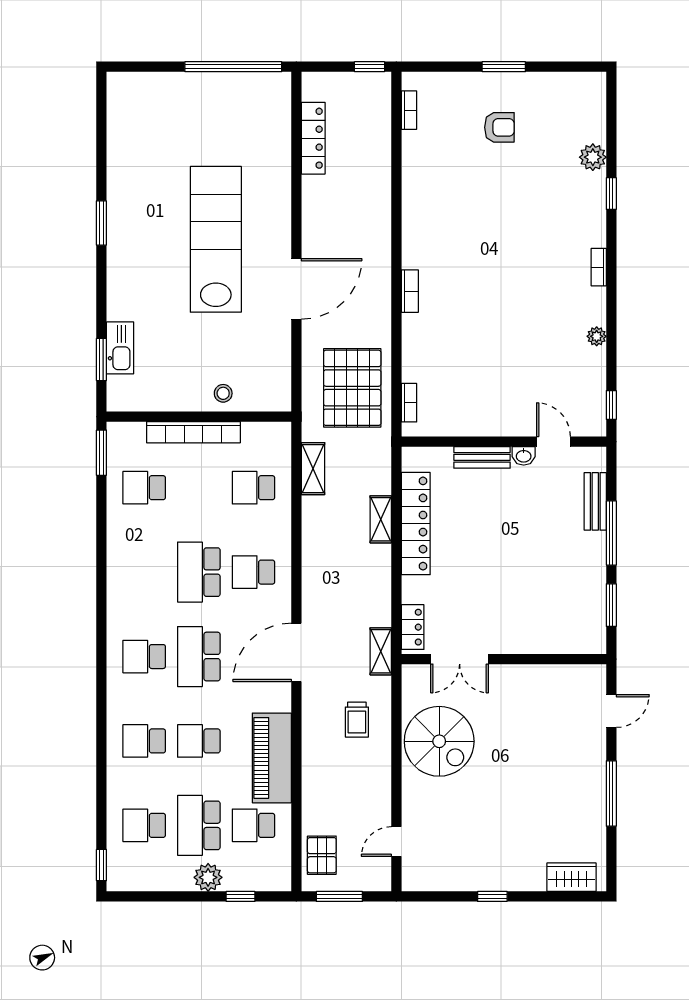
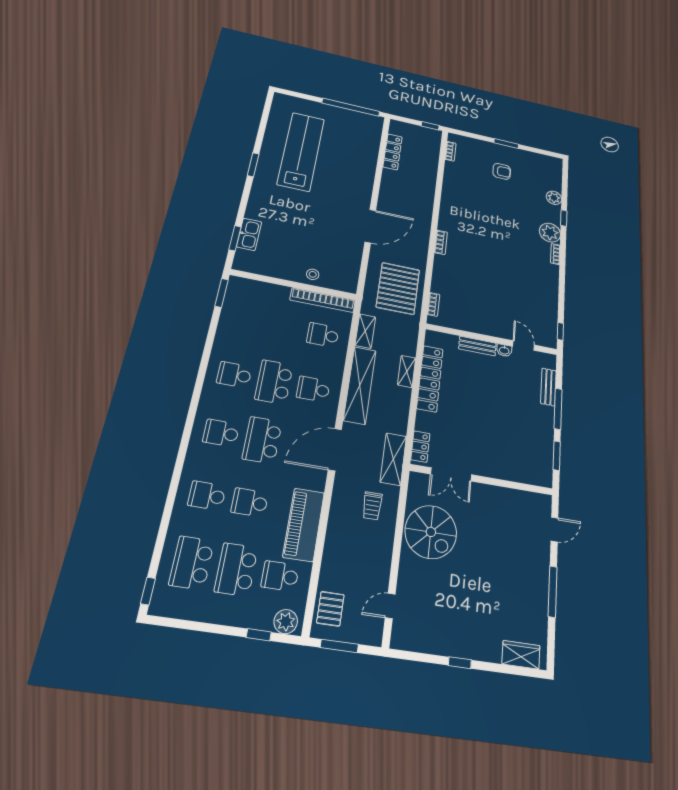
lab bench: (216, 239) -> (301, 151), moved
plant: (597, 336) -> (550, 233), moved, width x1.88, depth x1.88
bookcase: (193, 432) -> (323, 300), moved
school desk: (144, 488) -> (234, 375), moved
shelving: (317, 553) -> (360, 385), added
shelving: (381, 651) -> (393, 459), width x1.50, depth x1.33
school desk: (144, 825) -> (192, 563), width x1.85
plant: (208, 877) -> (286, 622), moved

